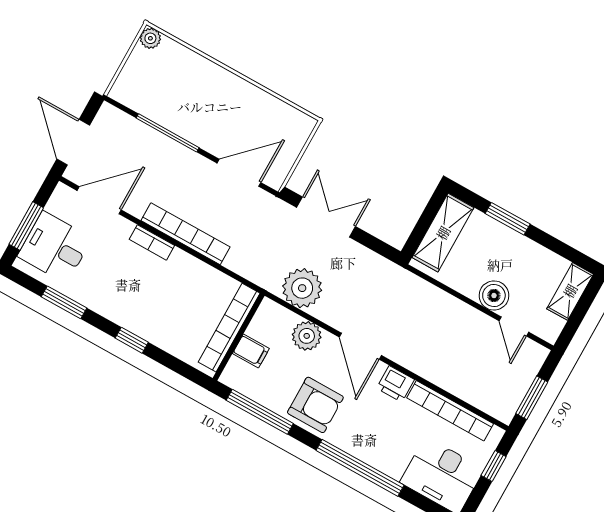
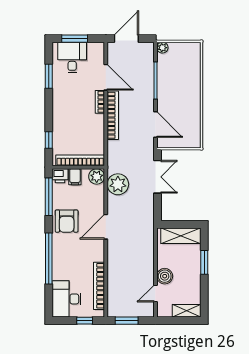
plant: (150, 38) -> (162, 48), moved
door: (99, 200) -> (106, 77), moved
plant: (307, 336) -> (97, 176), moved
window: (132, 340) -> (49, 140), moved
printer: (395, 384) -> (60, 176), moved, turned -90

